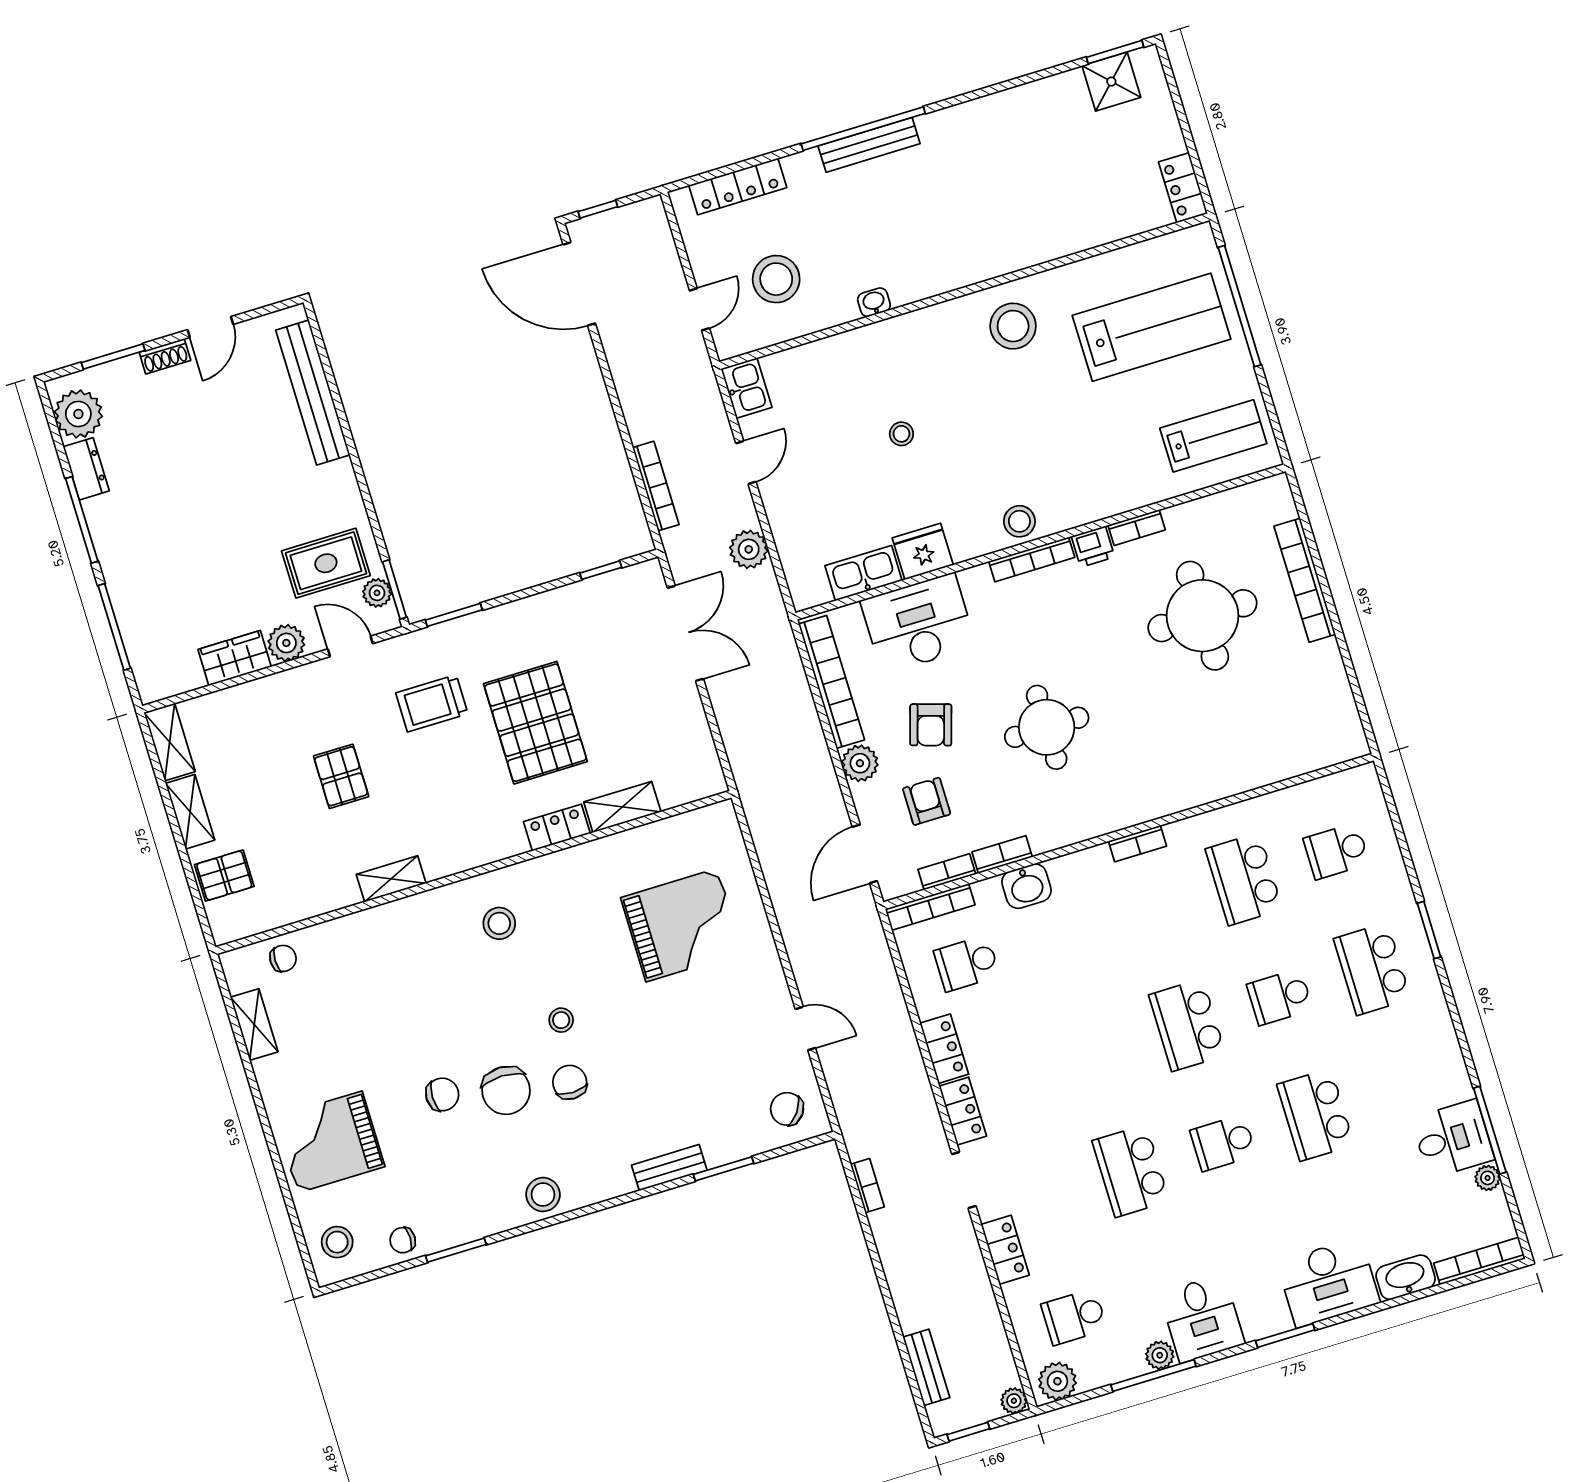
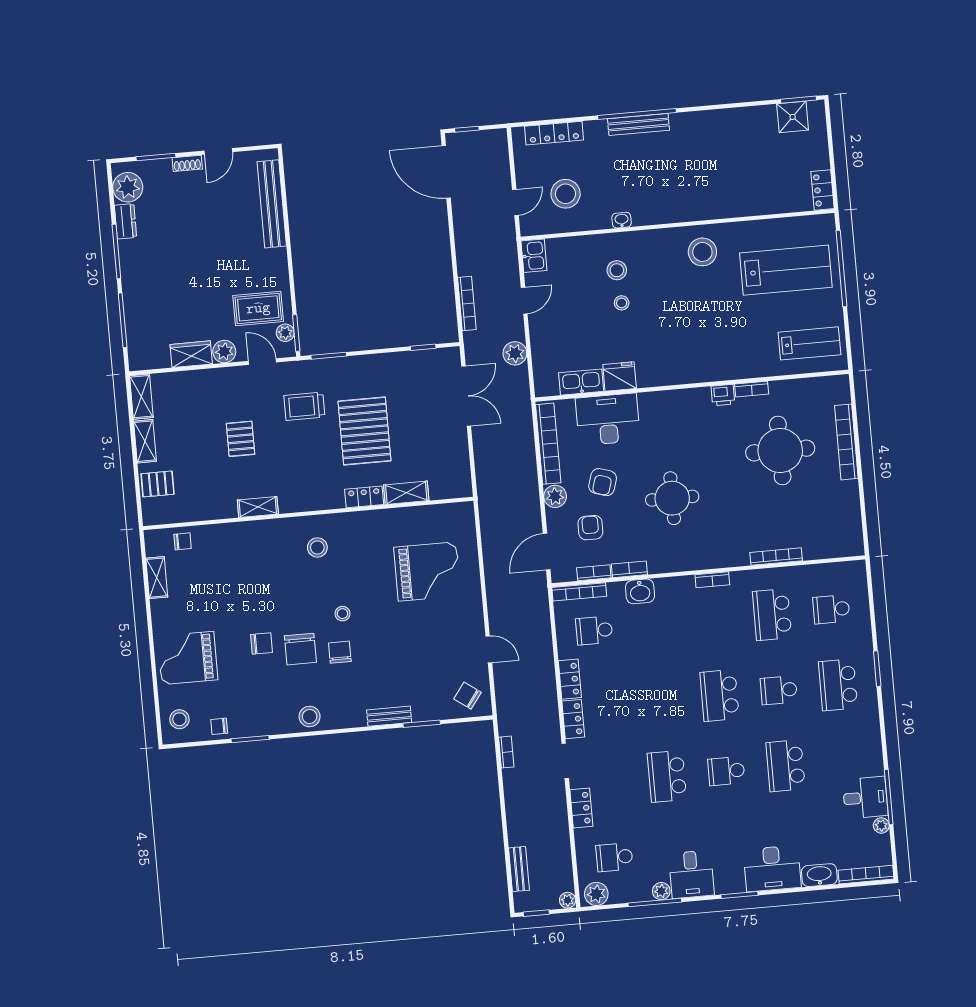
stool: (1019, 521) -> (617, 270), moved
bookcase: (1032, 559) -> (776, 557), moved, turned 180

